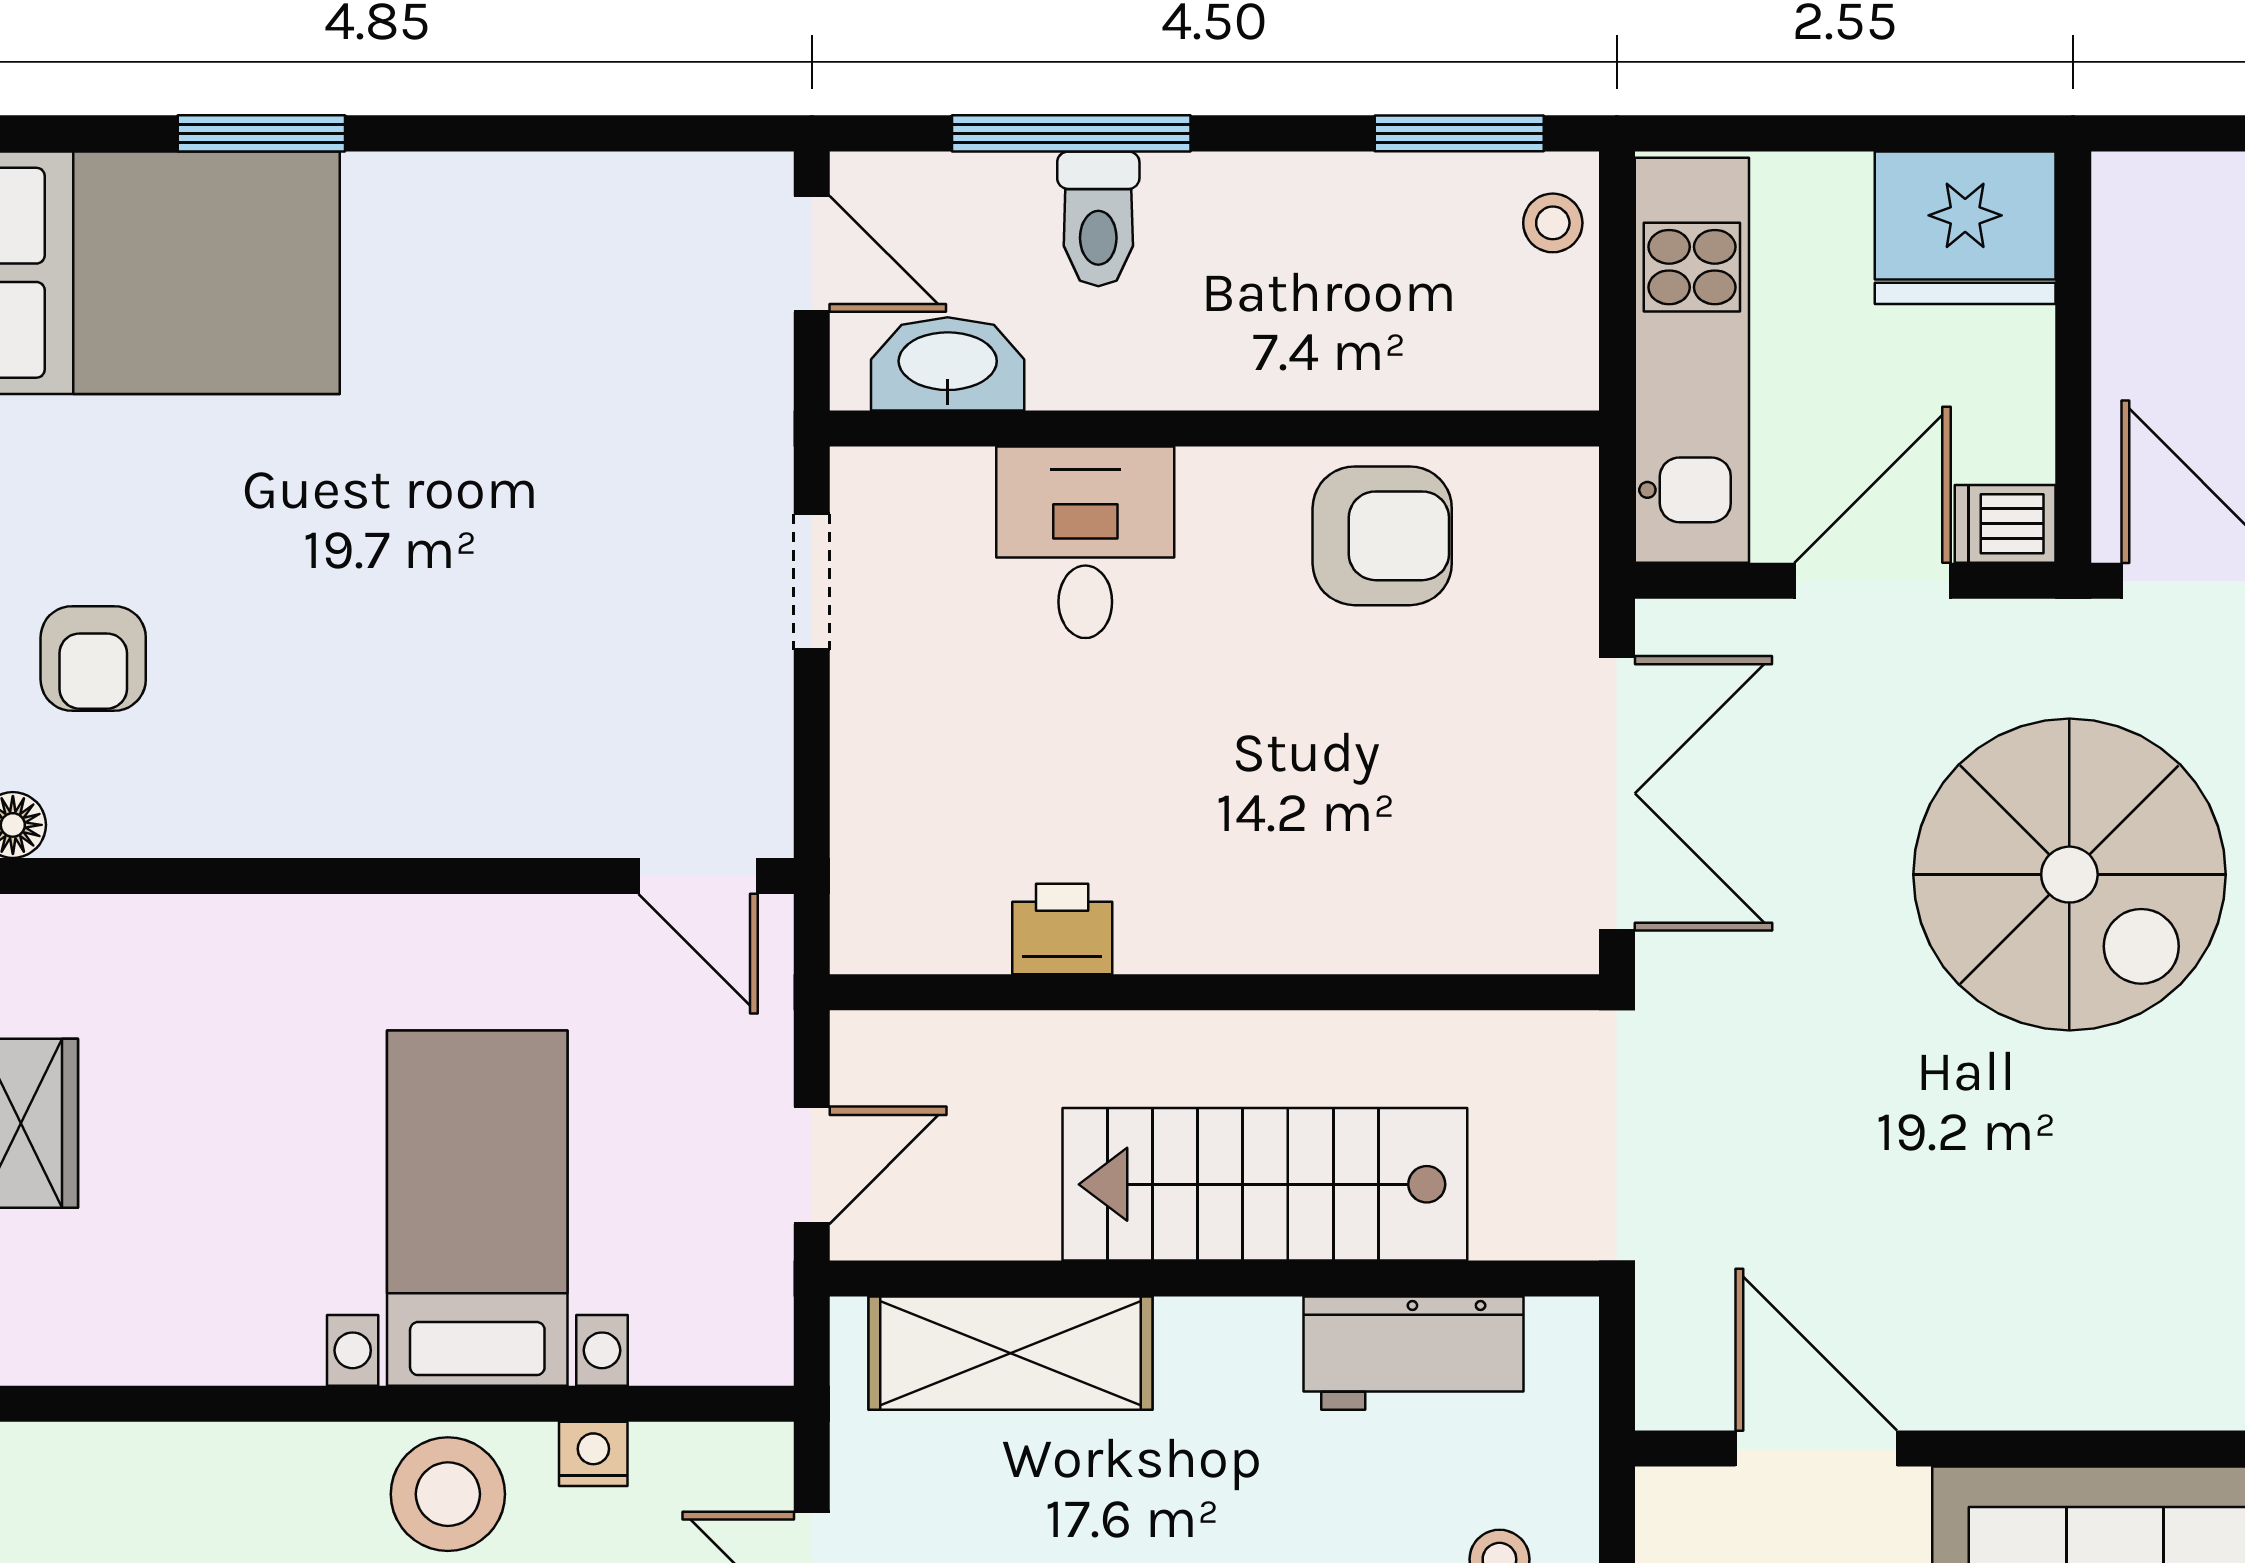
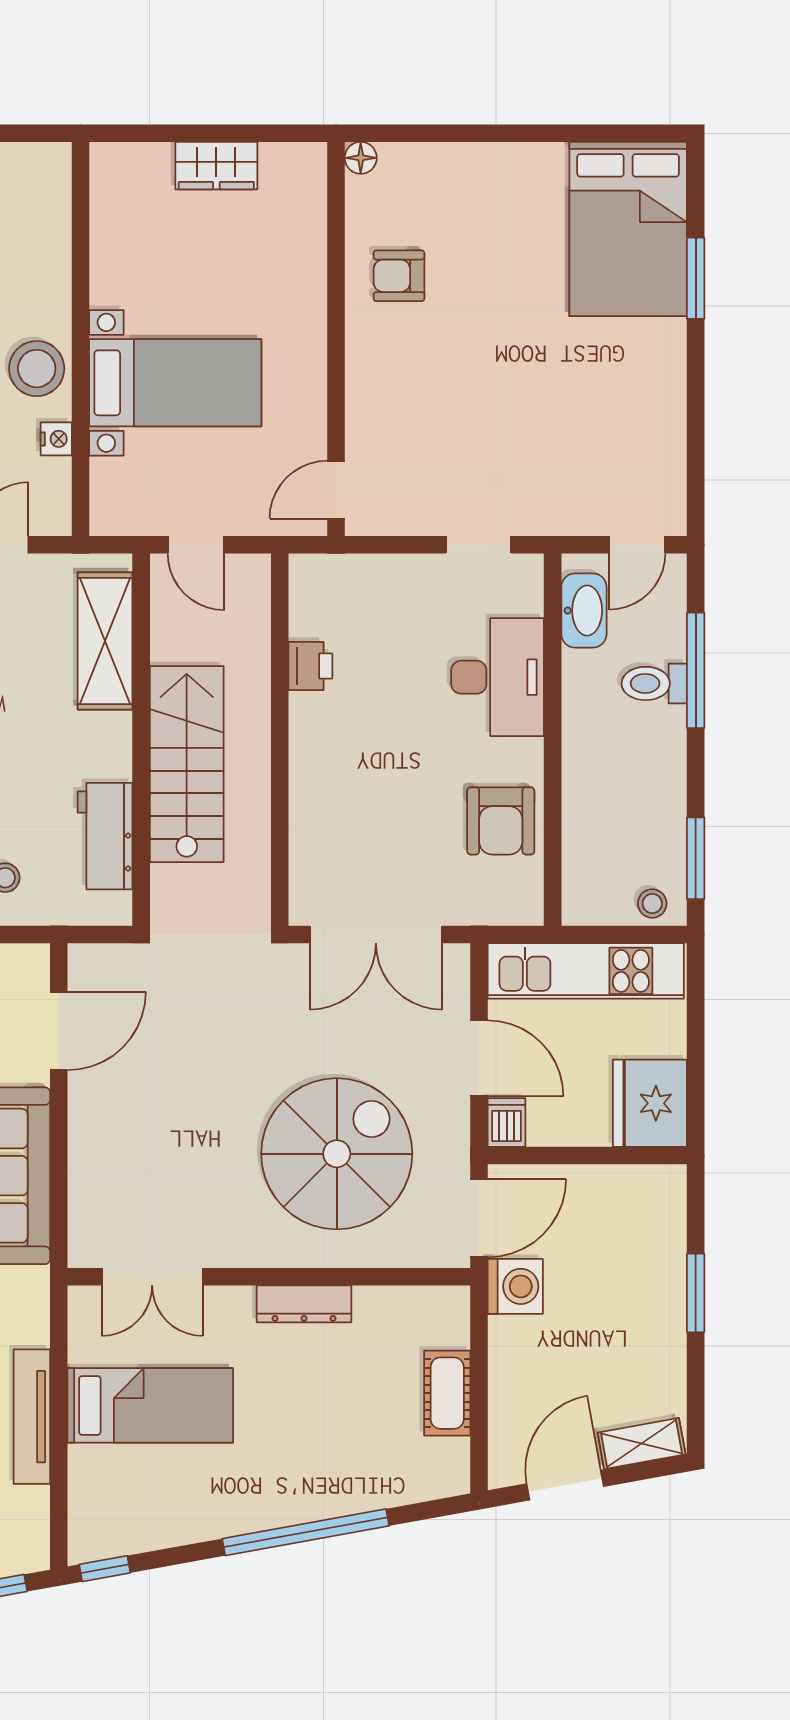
desk: (1085, 542) -> (498, 677), width x1.37
armchair: (93, 658) -> (399, 276), moved
spiral stairs: (2069, 875) -> (337, 1154), turned 180

